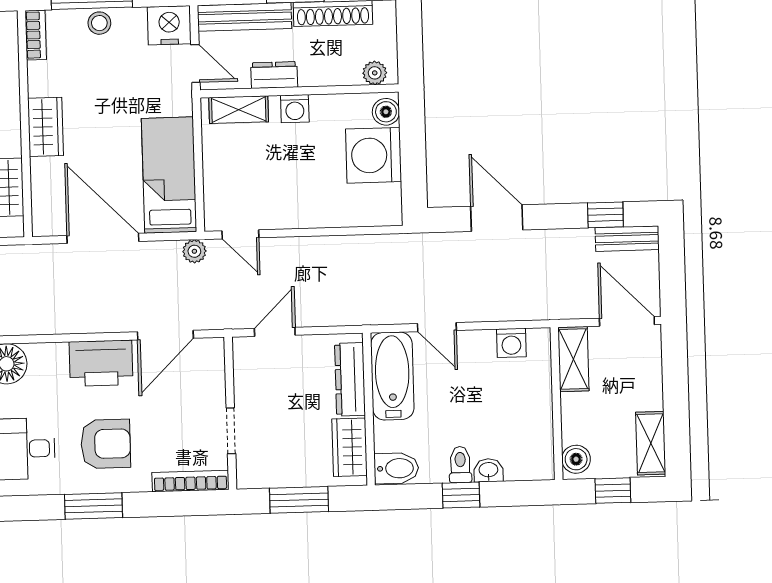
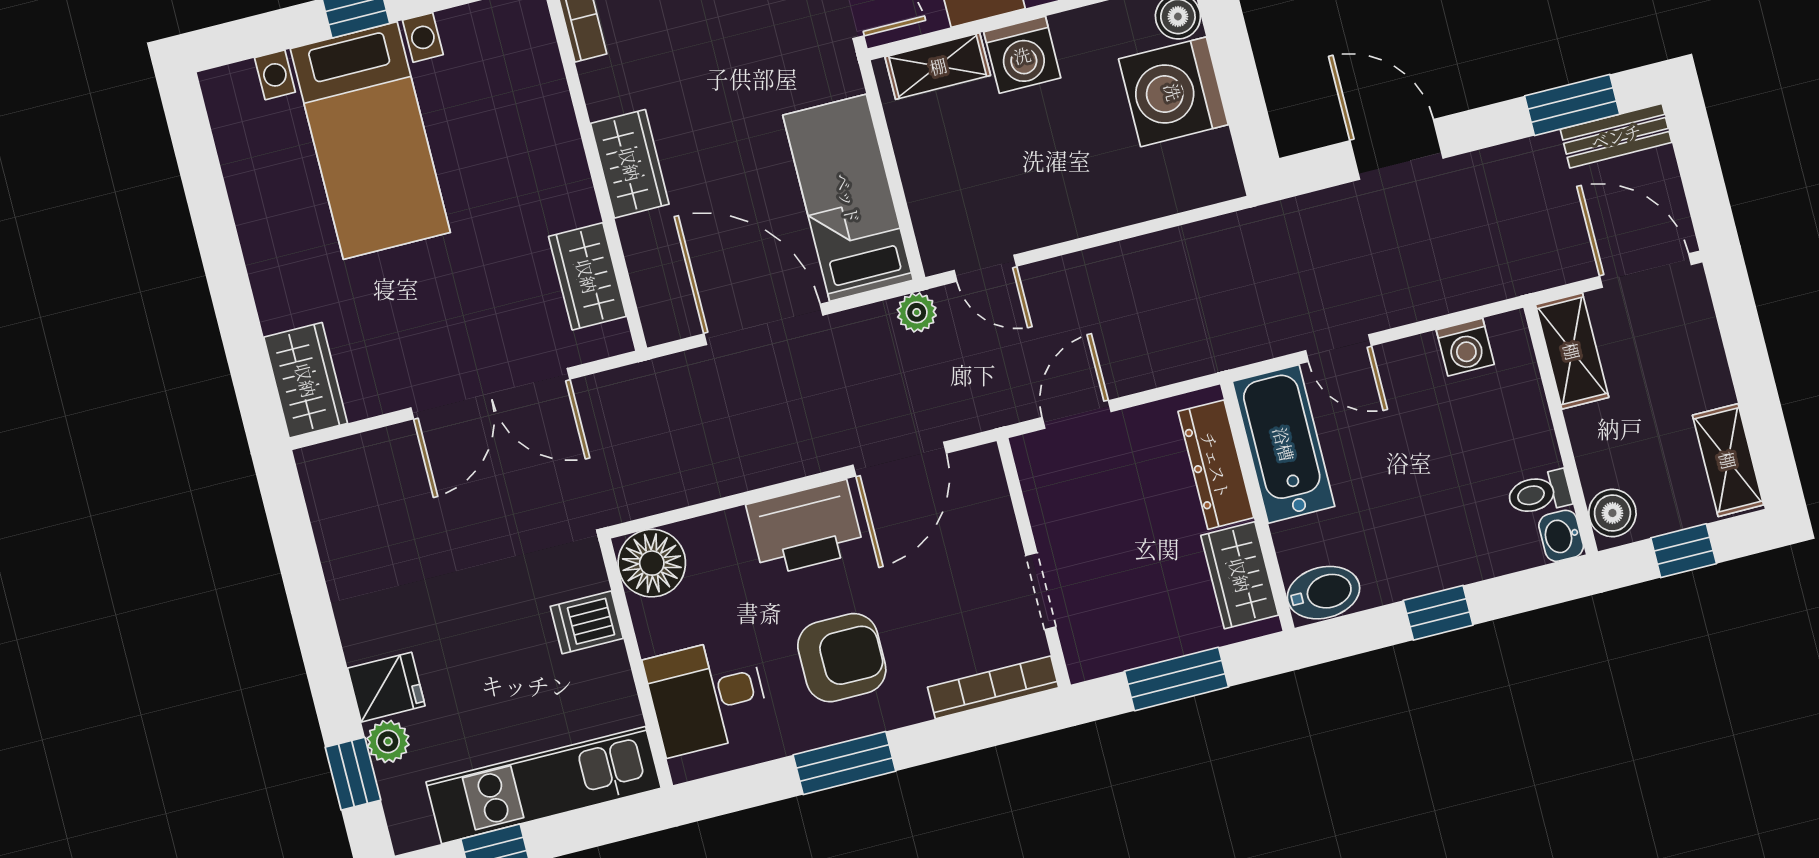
washing machine: (295, 109) -> (1022, 55), width x1.38, depth x1.38
window: (605, 215) -> (1572, 105), width x1.50
toilet: (460, 465) -> (1539, 493), moved, turned -90
washbasin: (488, 470) -> (1561, 536), moved, turned -90

